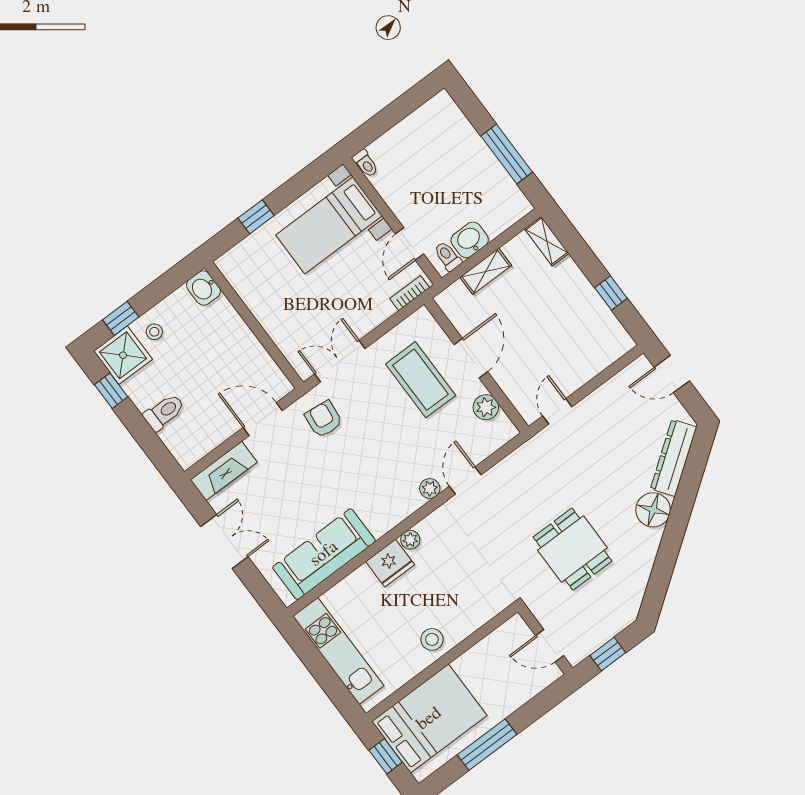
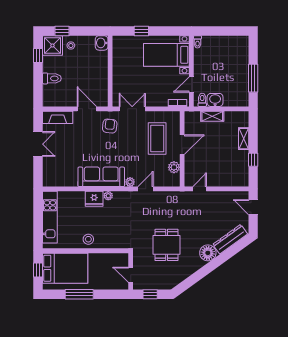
shelving: (547, 241) -> (244, 139), moved
sofa: (324, 554) -> (101, 177), moved

